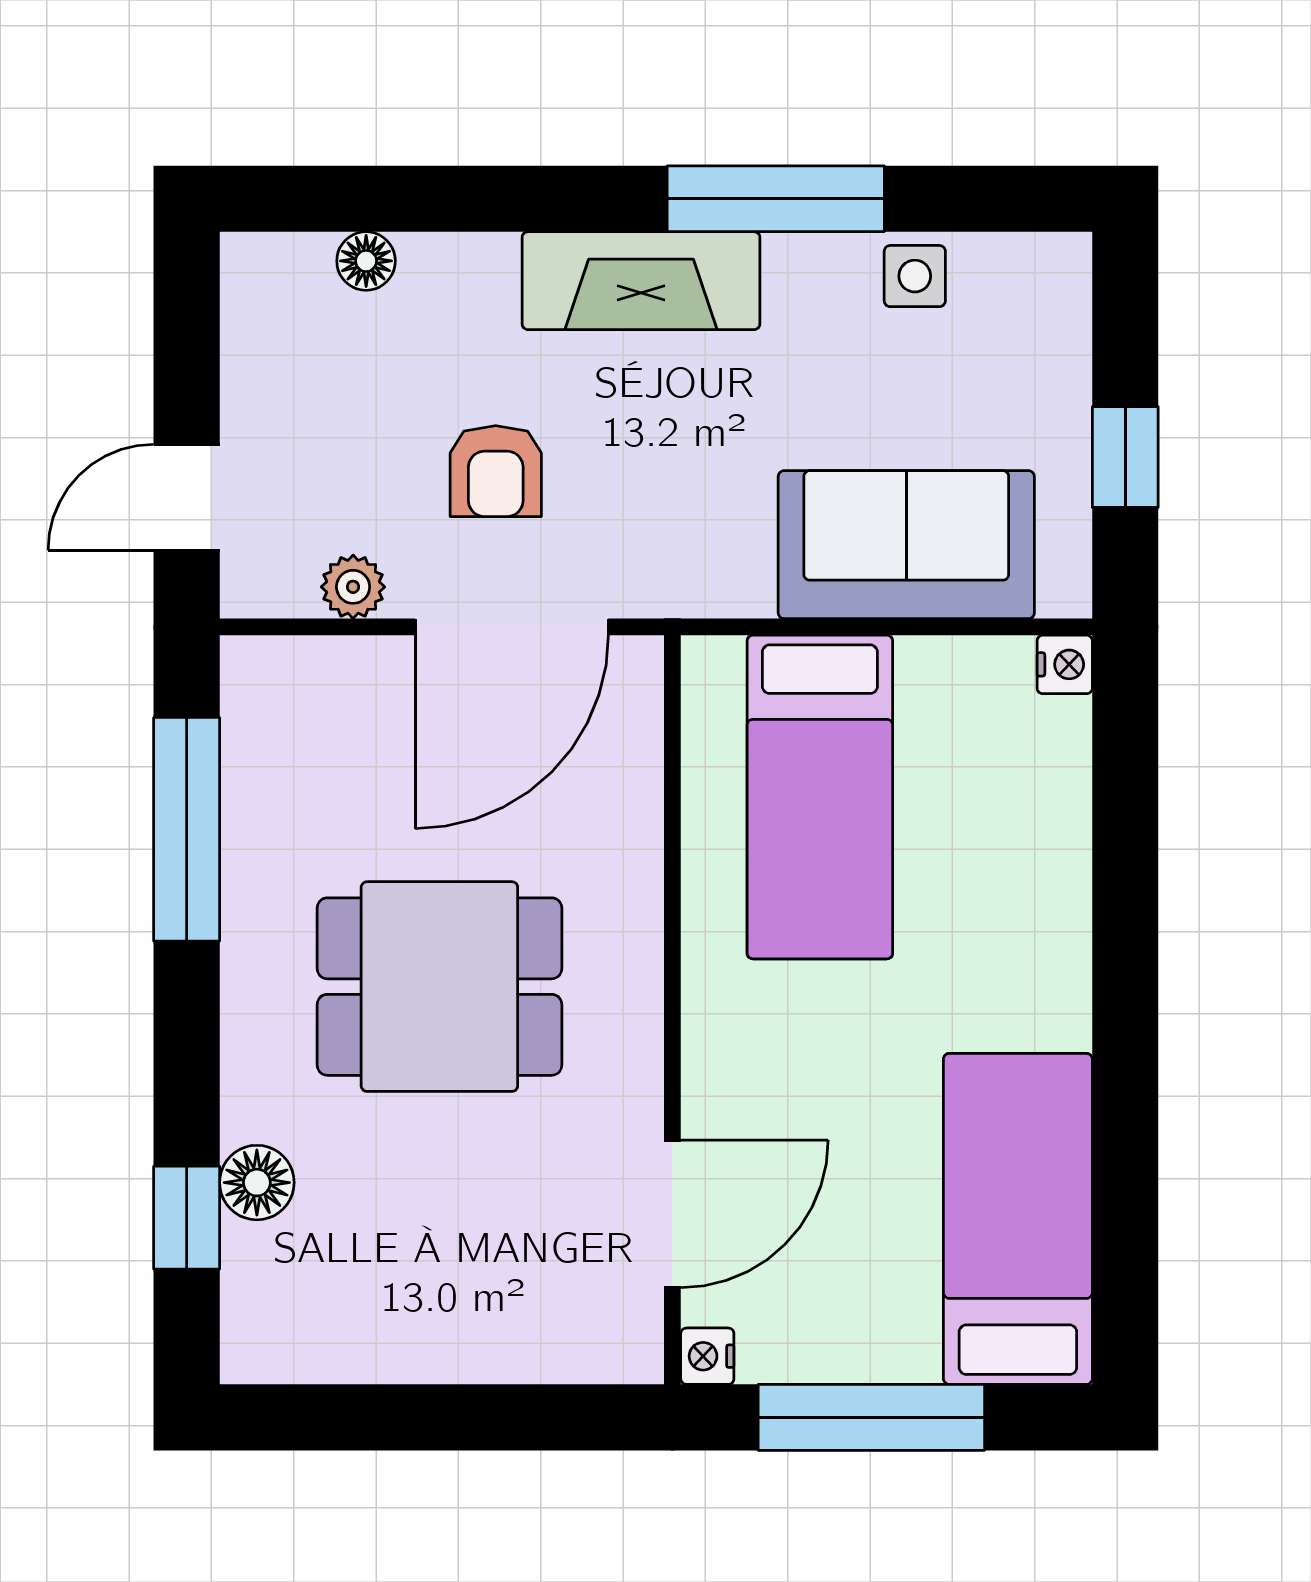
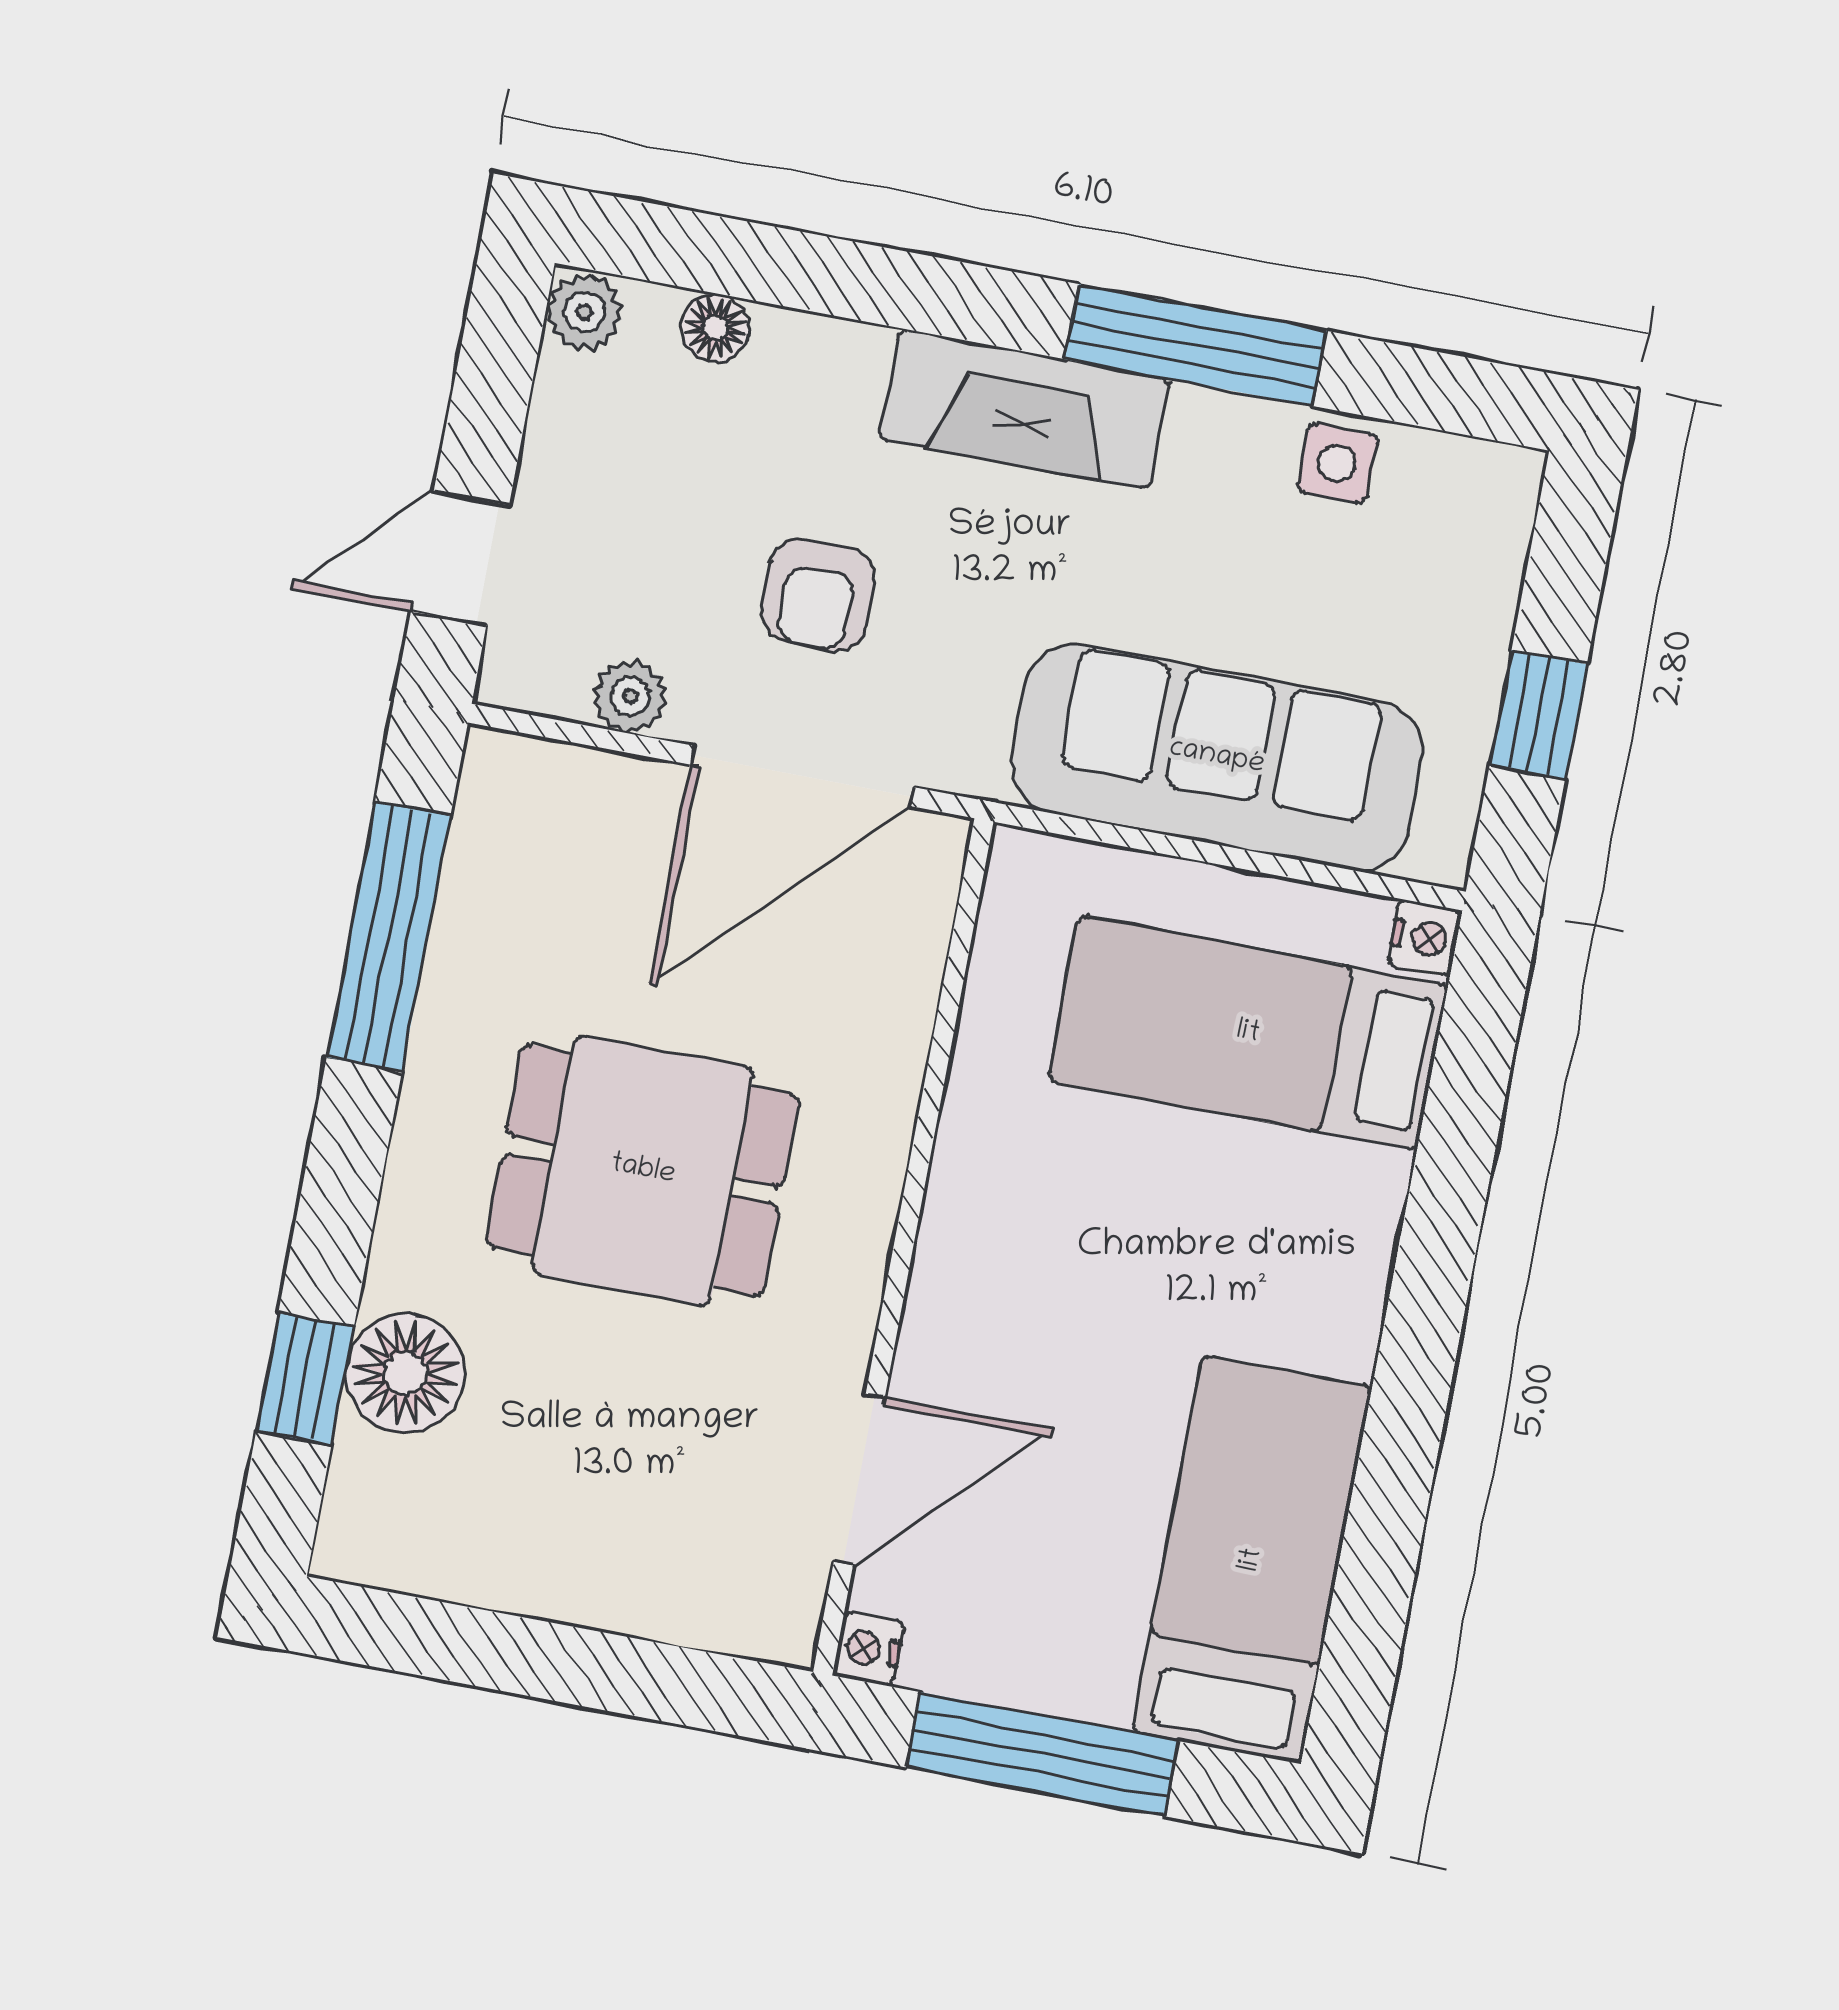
plant: (253, 269) -> (584, 312), added
sofa: (906, 545) -> (1217, 757), width x1.36
bed: (820, 797) -> (1248, 1033), moved, turned 90
floor lamp: (257, 1183) -> (405, 1373), width x1.38, depth x1.38

